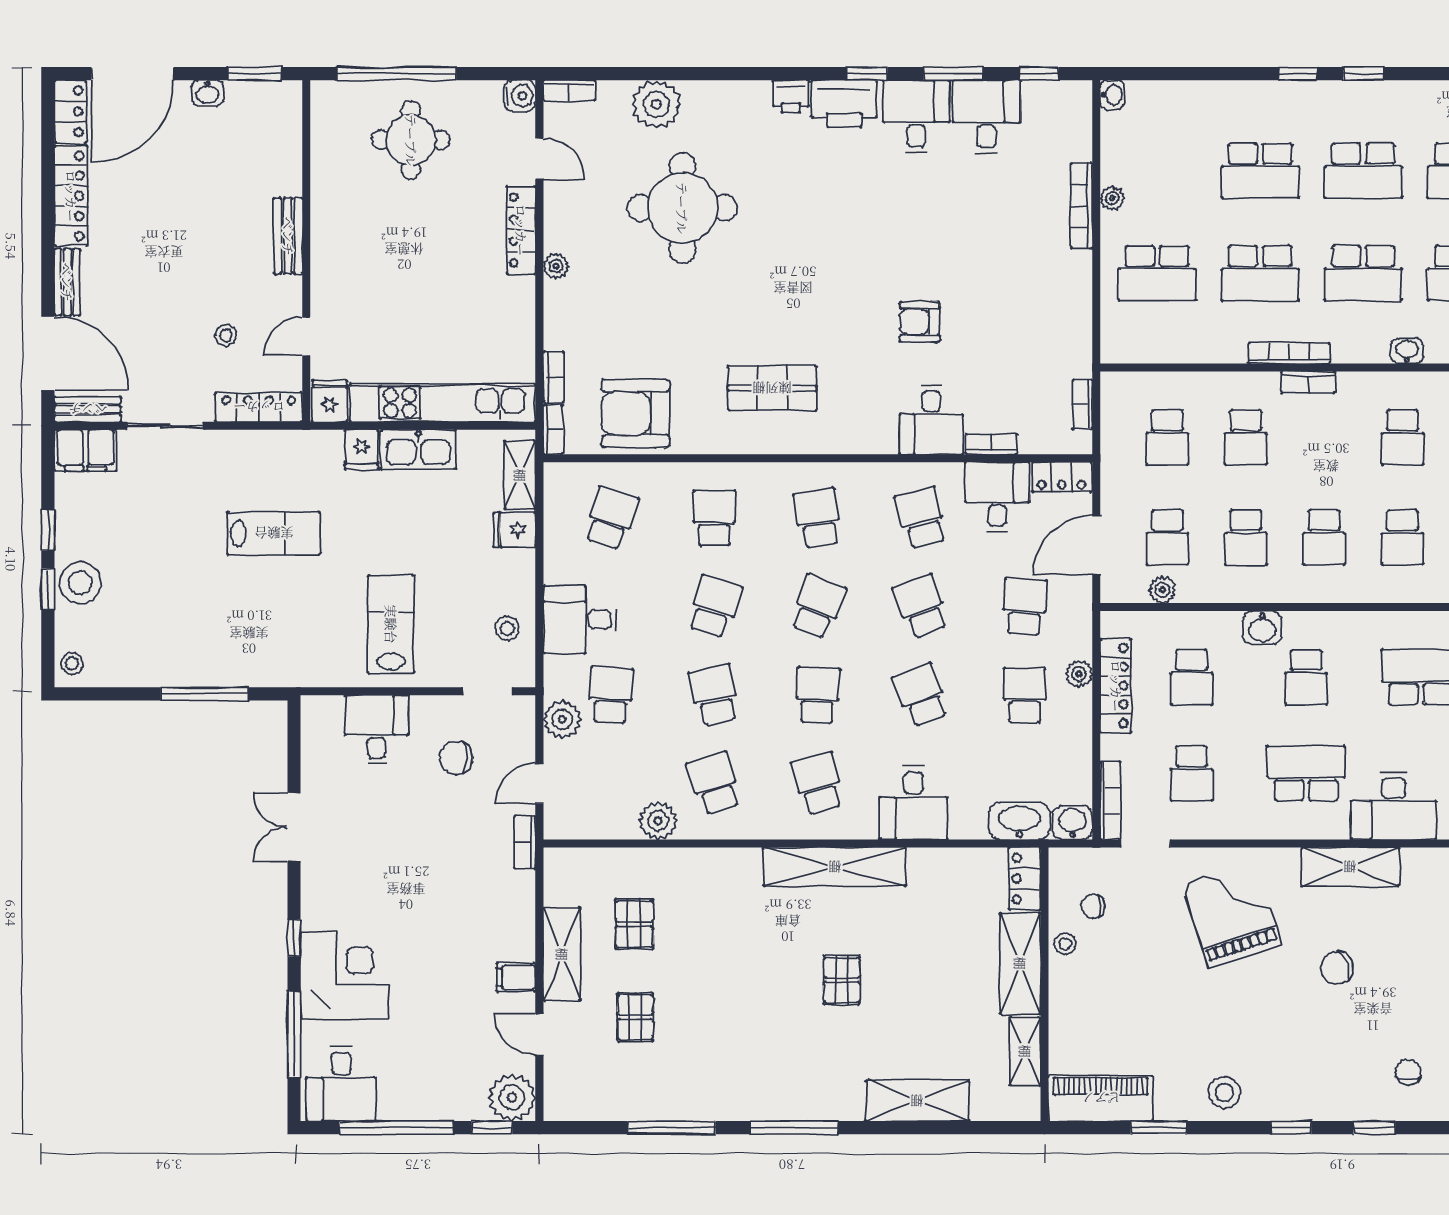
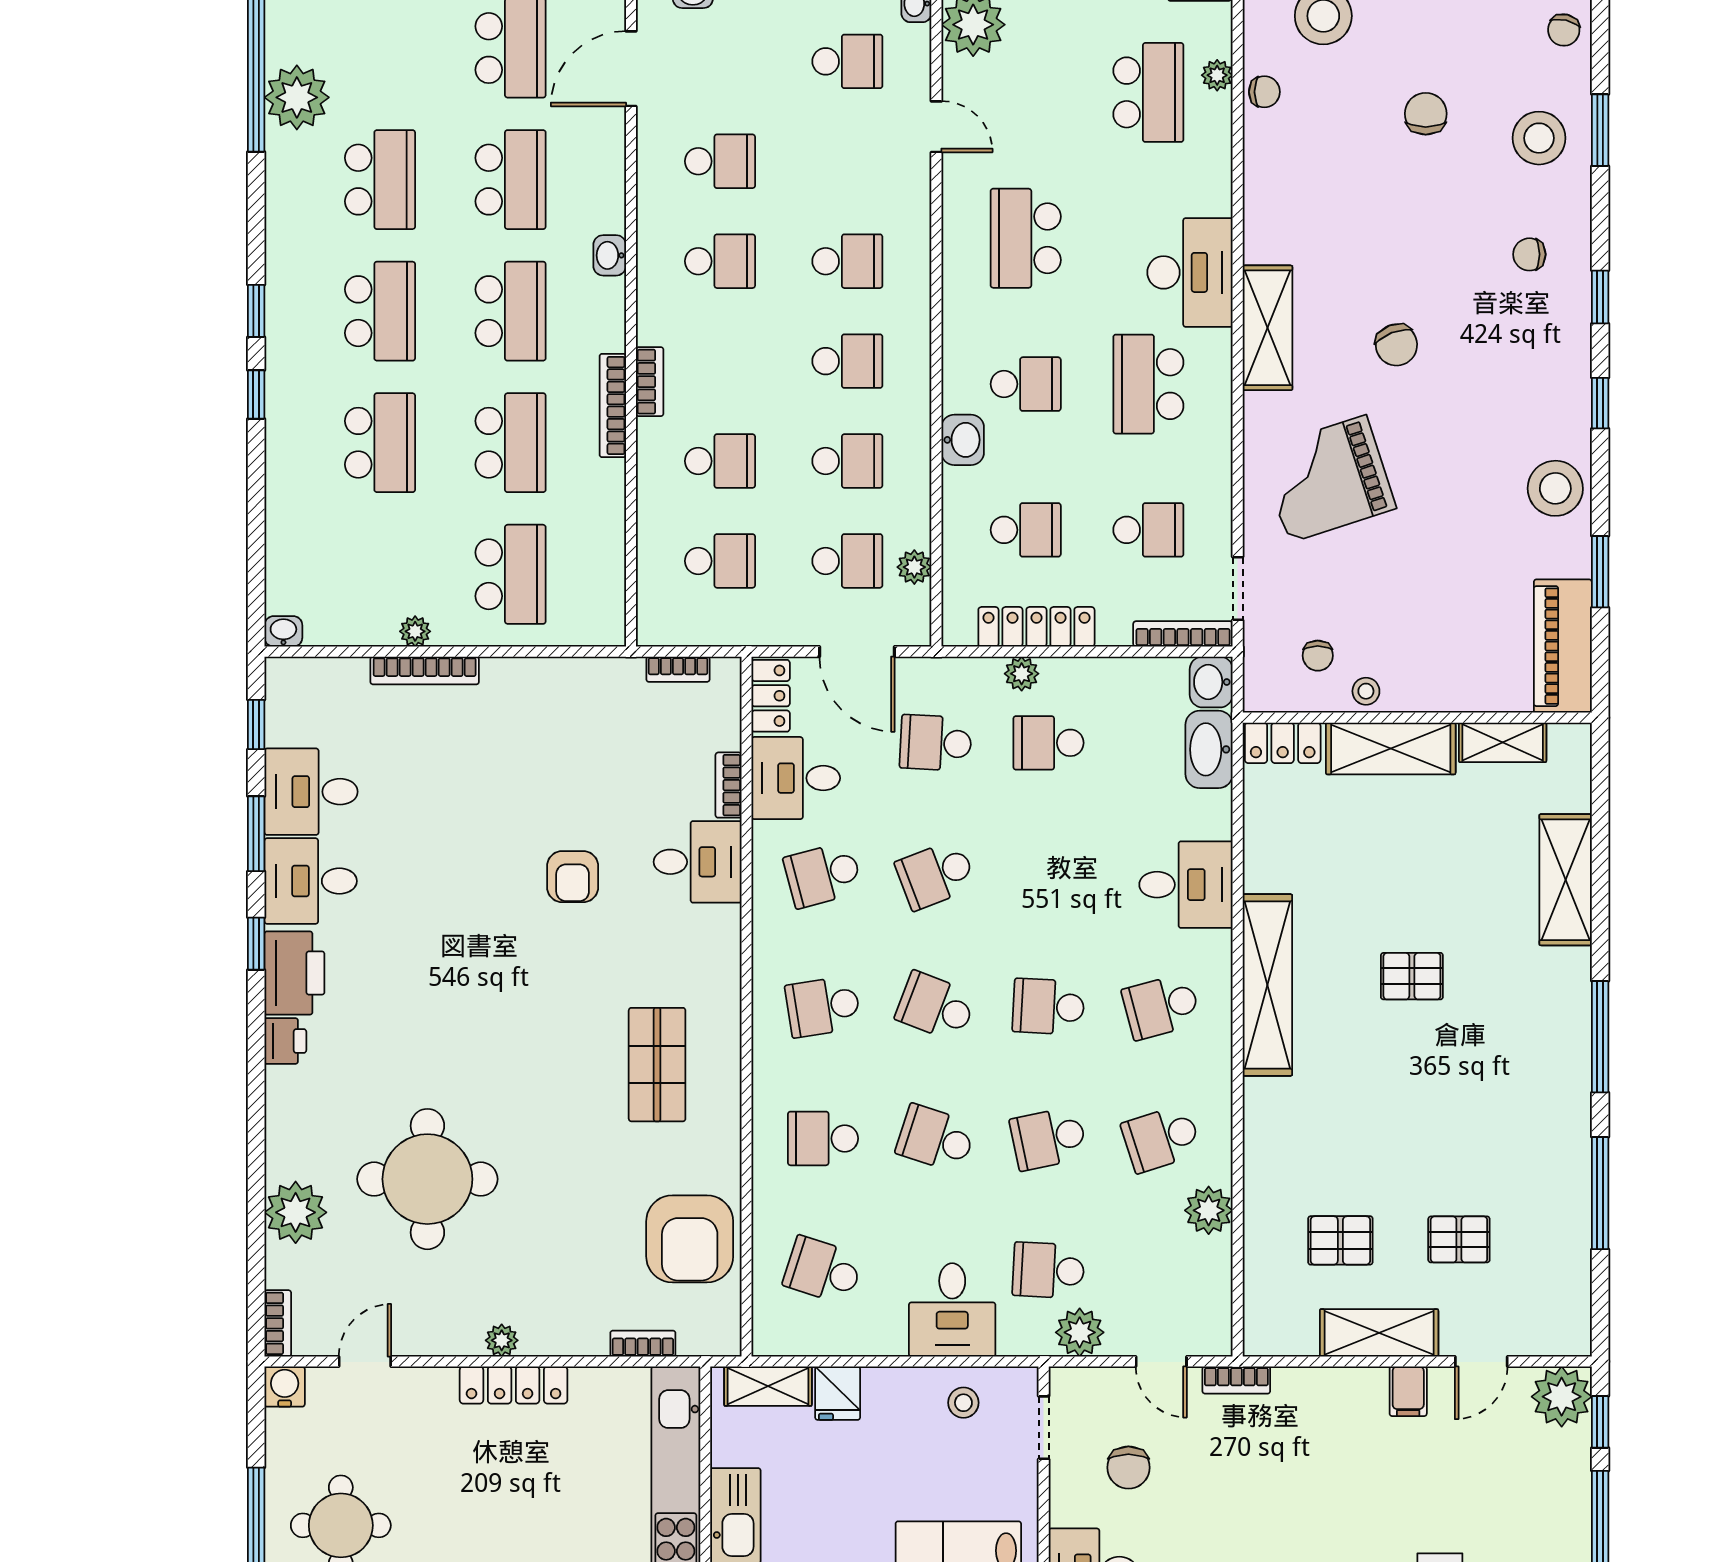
locker: (521, 230) -> (514, 1385), moved
bookcase: (553, 430) -> (710, 1344), removed
school desk: (921, 695) -> (1048, 875), removed
stool: (1224, 1093) -> (1555, 488), width x1.38, depth x1.38

